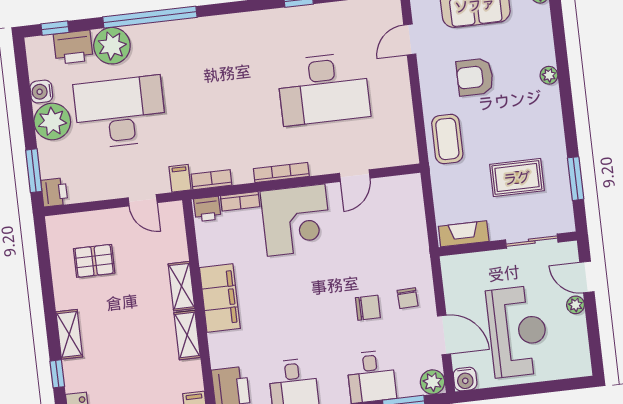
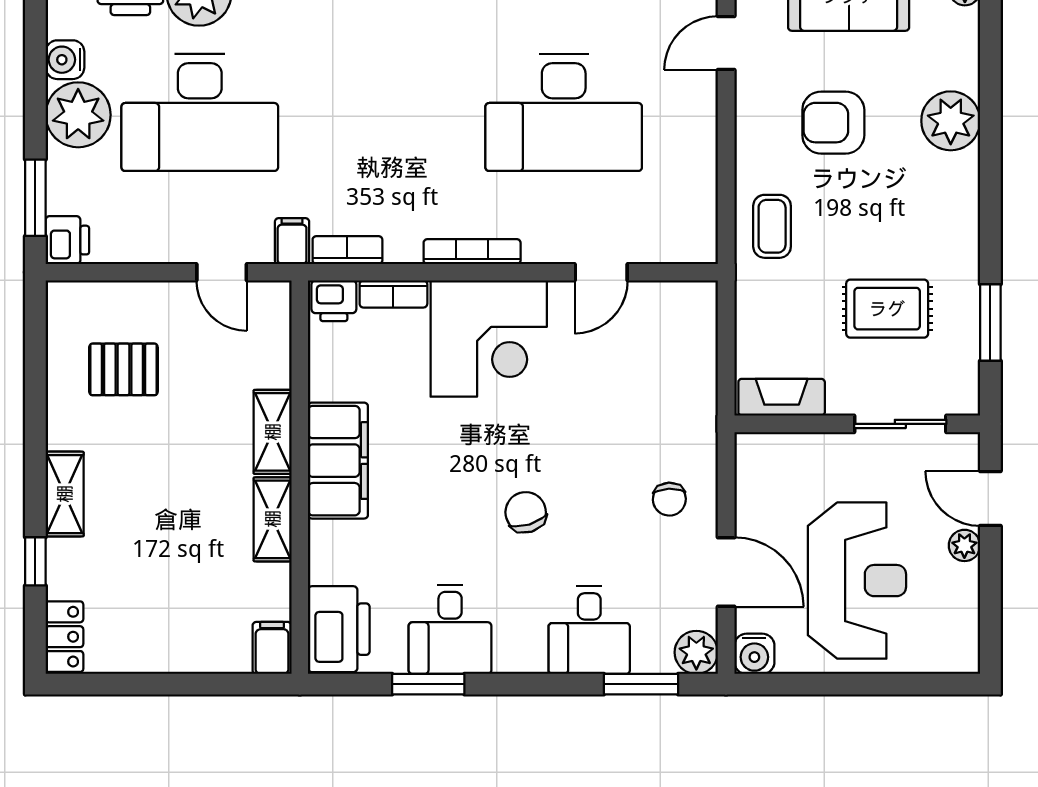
plant: (549, 75) -> (951, 121), width x1.87, depth x1.87
desk: (120, 112) -> (200, 112), turned 180
coffee table: (447, 139) -> (772, 226), width x0.73, depth x0.77
chair: (368, 308) -> (526, 512), moved, turned -107

